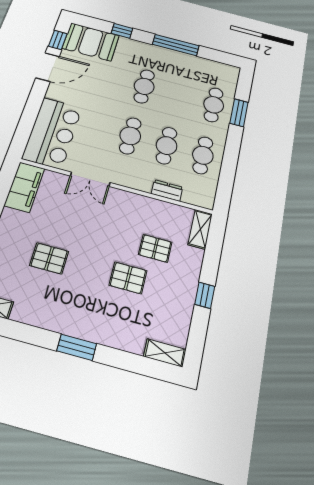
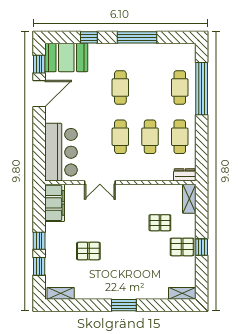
window: (239, 113) -> (202, 89), width x2.11
dresser: (167, 190) -> (185, 175), moved
pallet: (128, 278) -> (182, 247), moved

